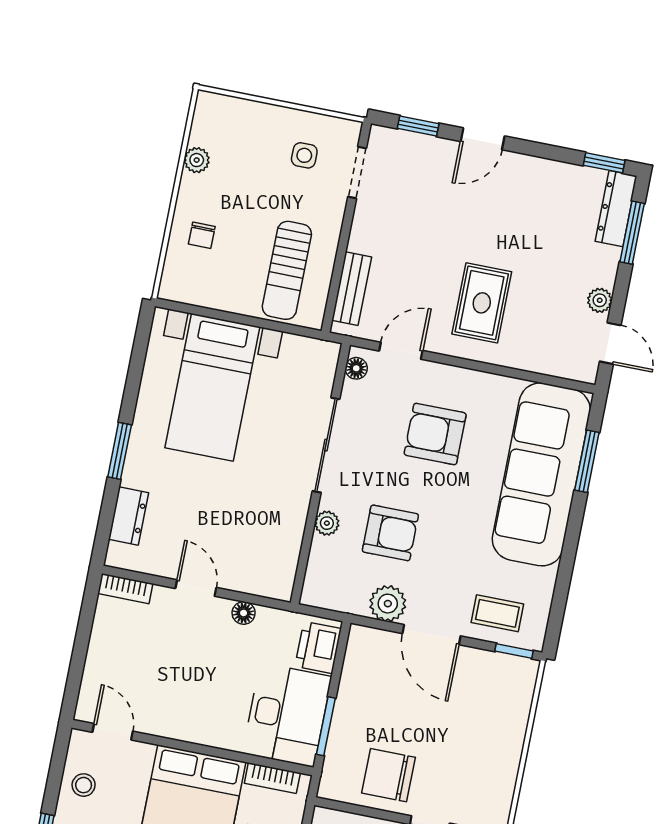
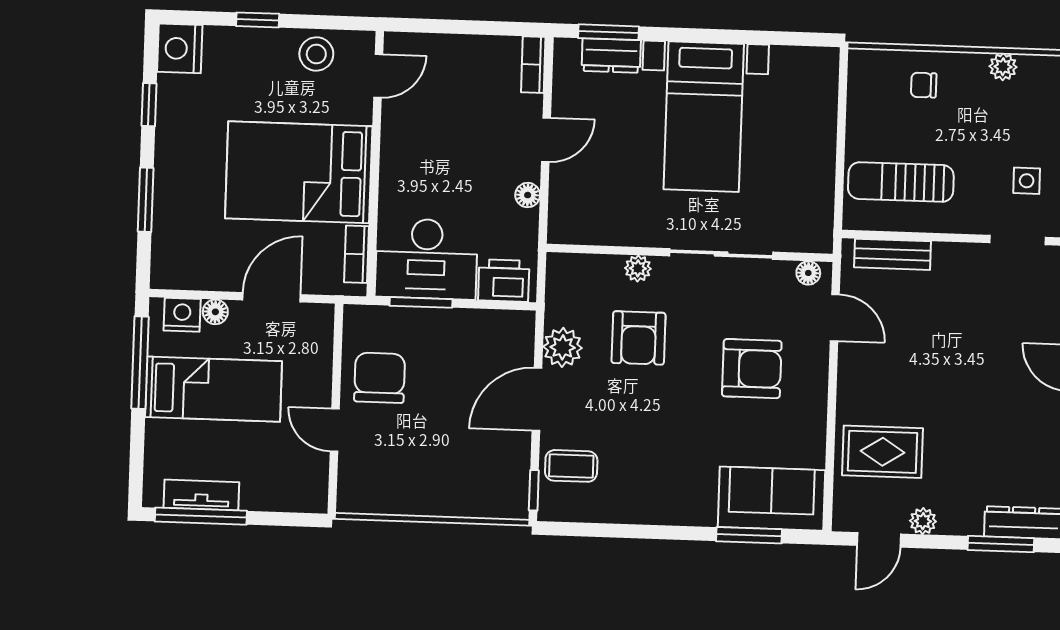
rug: (482, 303) -> (883, 452), moved
bed with nightstands: (212, 387) -> (704, 117), moved, turned -90
armchair: (435, 434) -> (752, 369), turned 90
window: (120, 451) -> (609, 32), moved
sofa: (541, 474) -> (772, 499), width x0.54, depth x0.79
coffee table: (497, 613) -> (571, 466), turned 90
stool: (84, 785) -> (316, 54), width x1.37, depth x1.37

